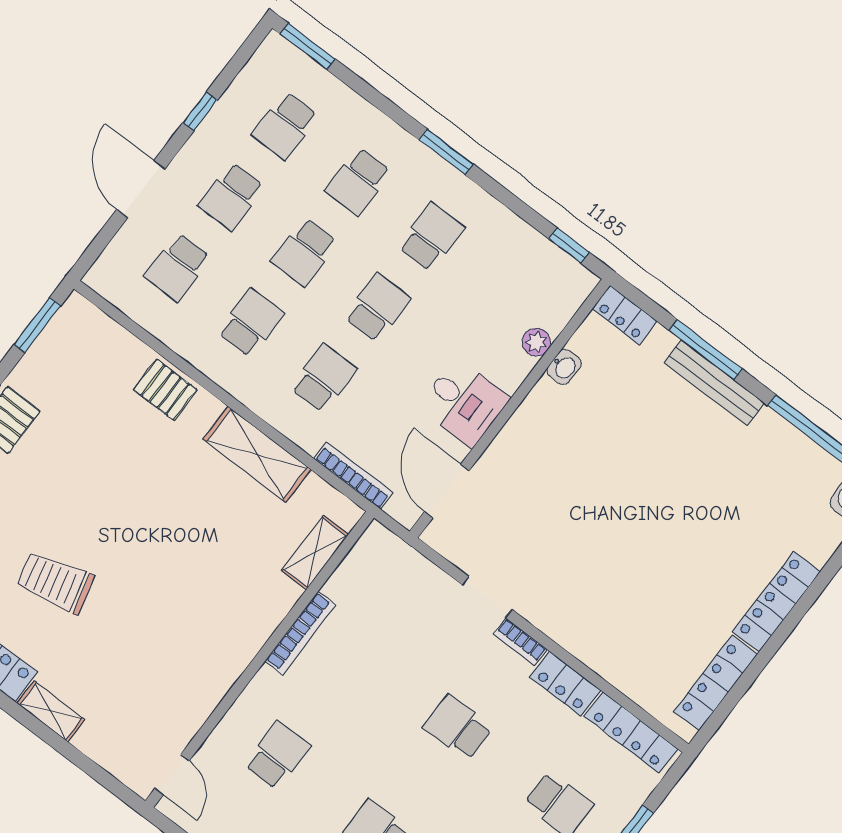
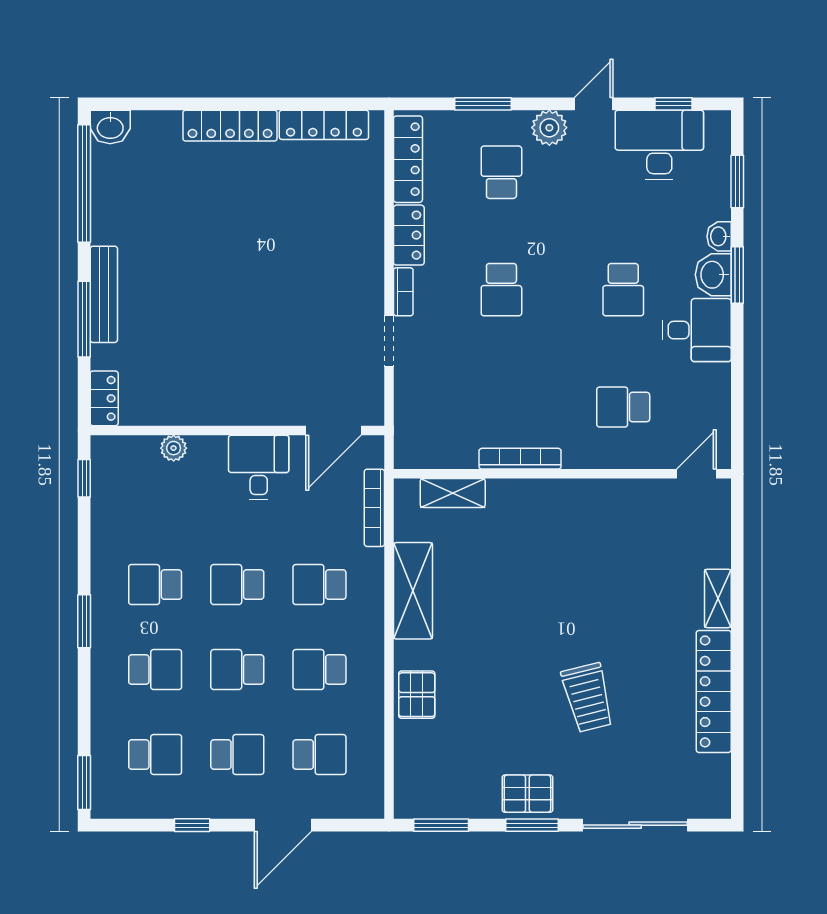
school desk: (304, 252) -> (237, 670), turned 180
washbasin: (564, 367) -> (176, 414), removed
trolley: (55, 582) -> (588, 698), moved

